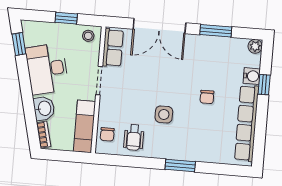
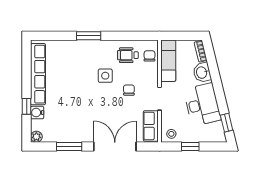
chair: (207, 97) -> (129, 90), moved
wheelchair: (134, 137) -> (128, 55), turned -90

